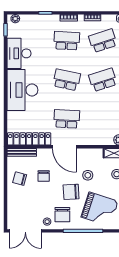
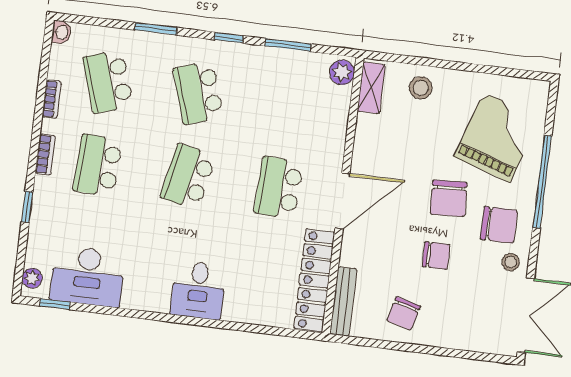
desk: (19, 53) -> (88, 276), moved
desk: (22, 90) -> (198, 290), width x0.53, depth x0.77
stool: (88, 175) -> (415, 155), removed
chair: (44, 176) -> (436, 256), moved

